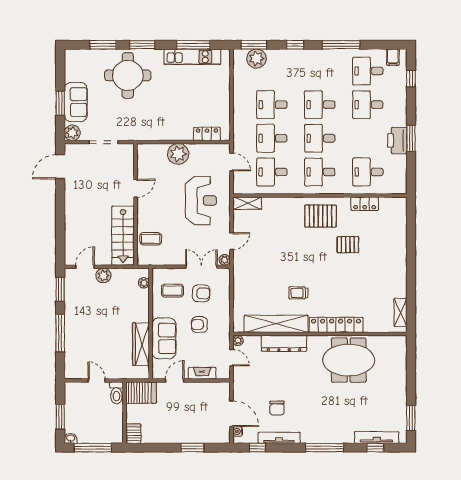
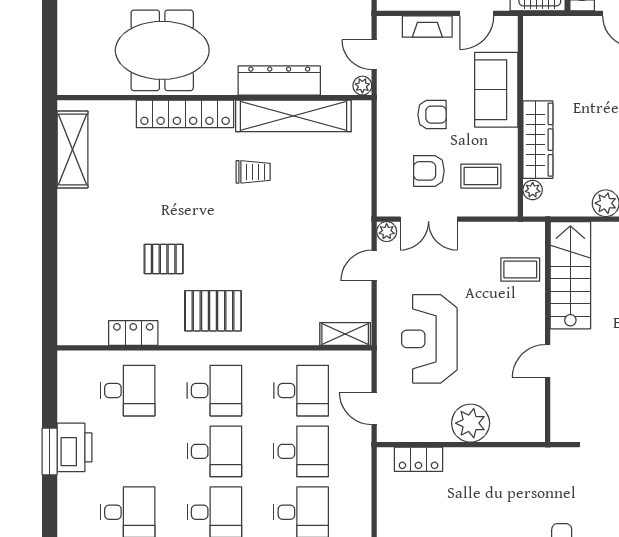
shelving: (400, 312) -> (72, 149), width x1.50, depth x1.33
wardrobe: (141, 344) -> (538, 140), moved

